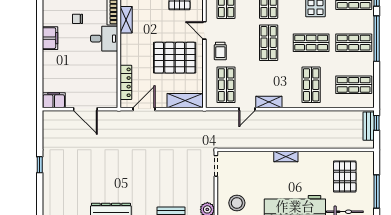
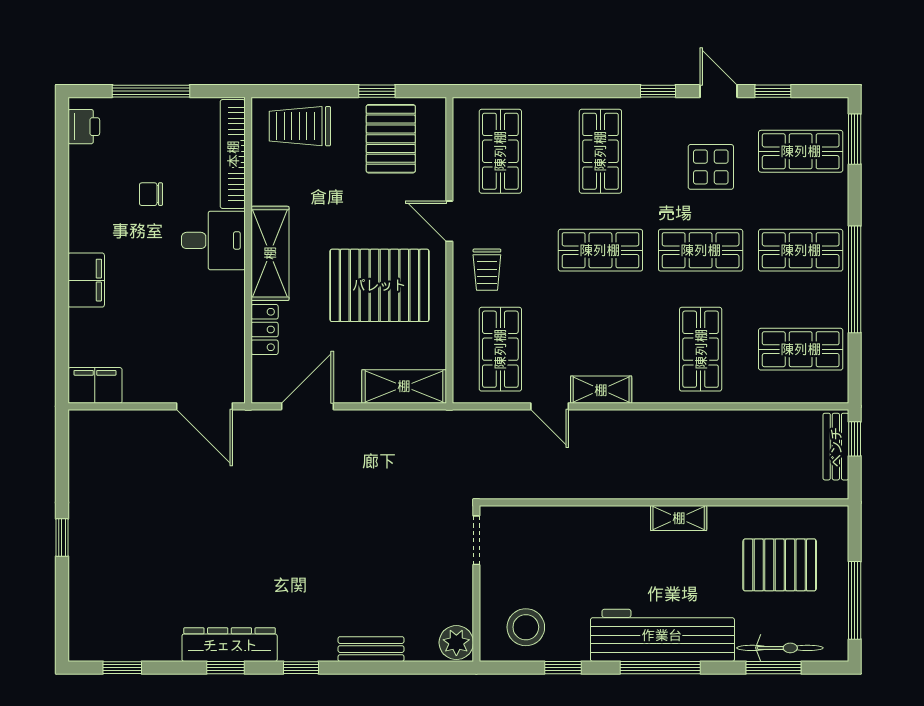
shelving: (126, 20) -> (270, 253), moved, width x1.50, depth x1.33
filing cabinet: (50, 38) -> (86, 280), moved
window: (377, 39) -> (855, 279), moved
shop shelf: (269, 43) -> (600, 250), turned 90
locker: (126, 82) -> (265, 329), width x0.66
door: (85, 109) -> (204, 406), moved
door: (247, 109) -> (550, 406), hinge flipped
shelving: (286, 157) -> (679, 518), moved
pallet: (345, 176) -> (780, 565), turned 90

